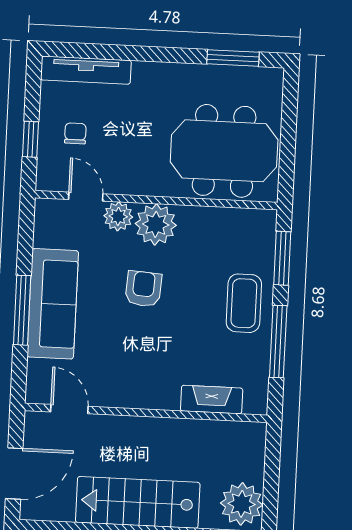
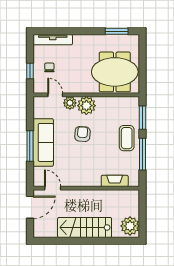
door: (14, 473) -> (30, 207), moved

